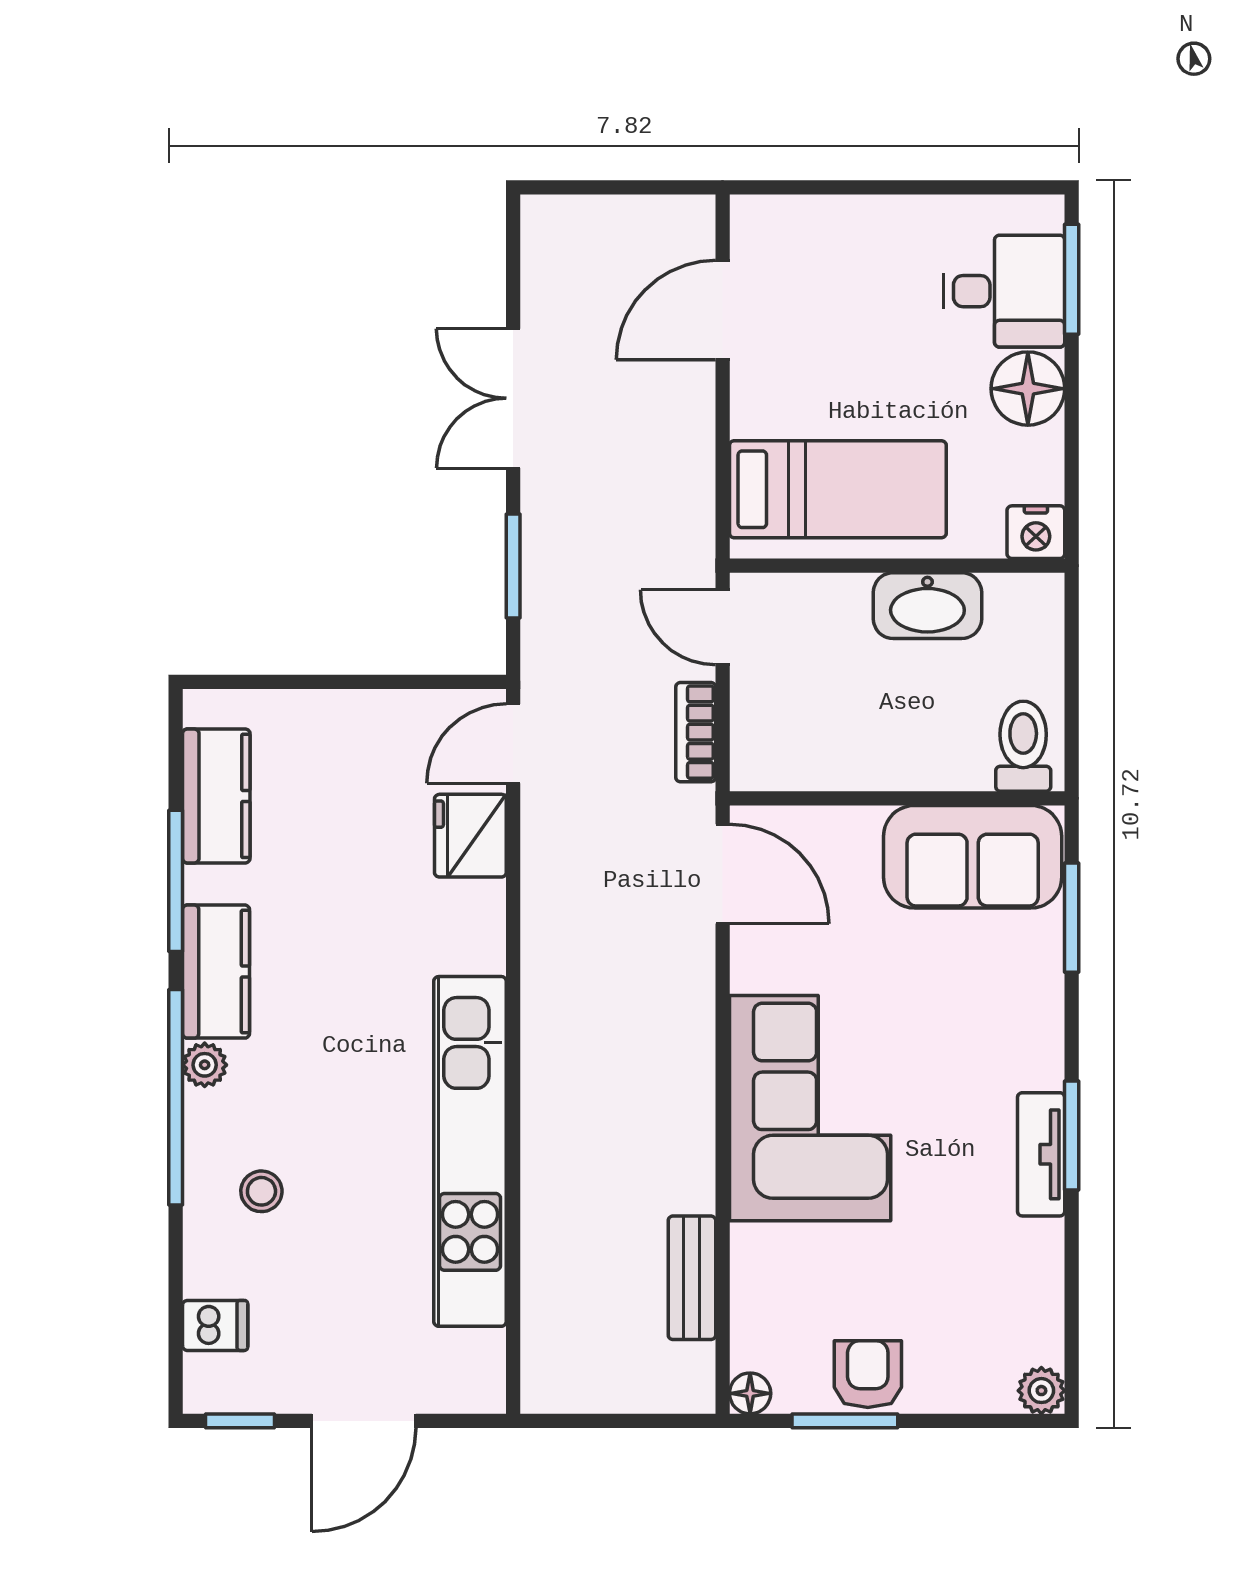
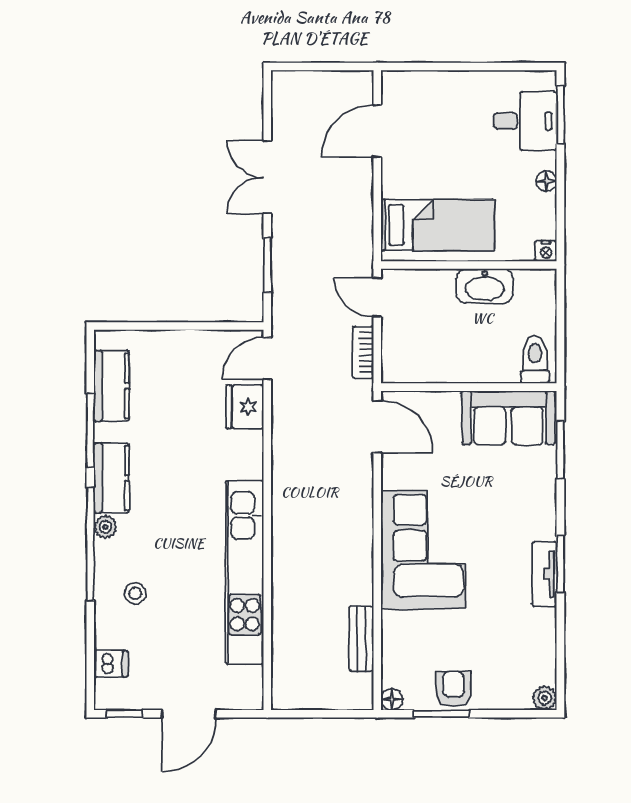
floor lamp: (1028, 389) -> (547, 181), width x0.53, depth x0.53
nightstand: (1036, 532) -> (546, 251), width x0.72, depth x0.74

